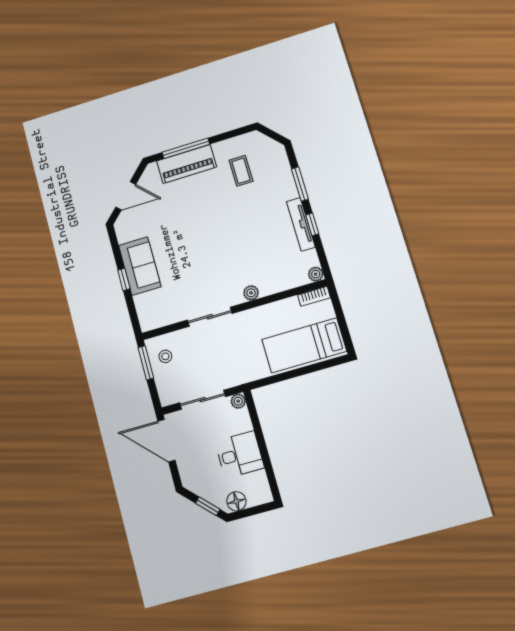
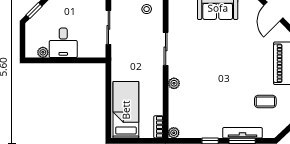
tv unit: (301, 224) -> (242, 133), moved
plant: (238, 401) -> (43, 52), moved
floor lamp: (236, 501) -> (32, 32), removed

